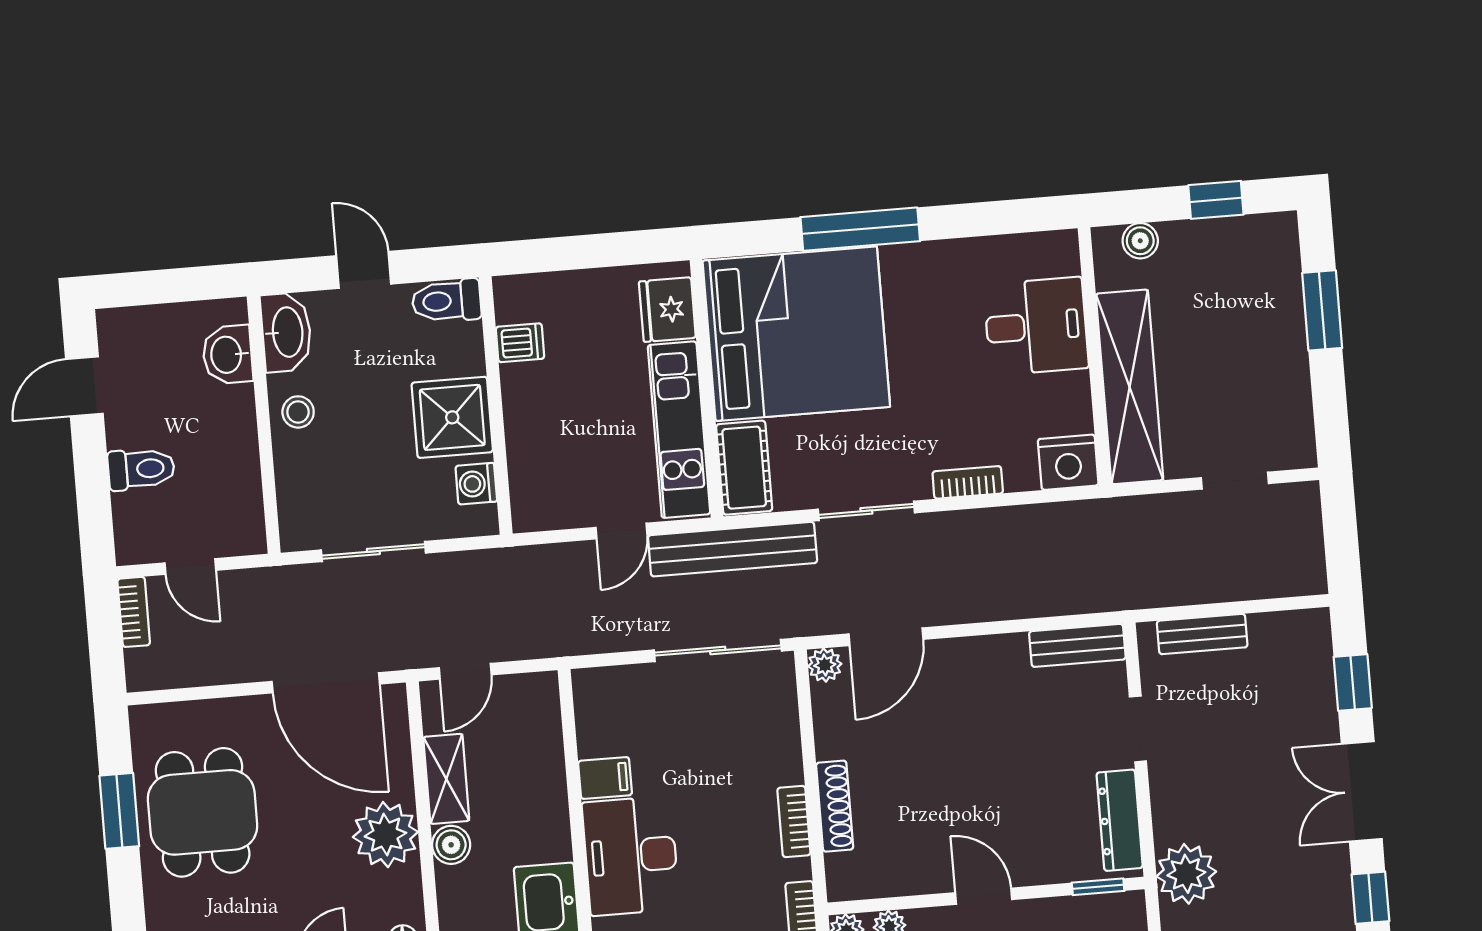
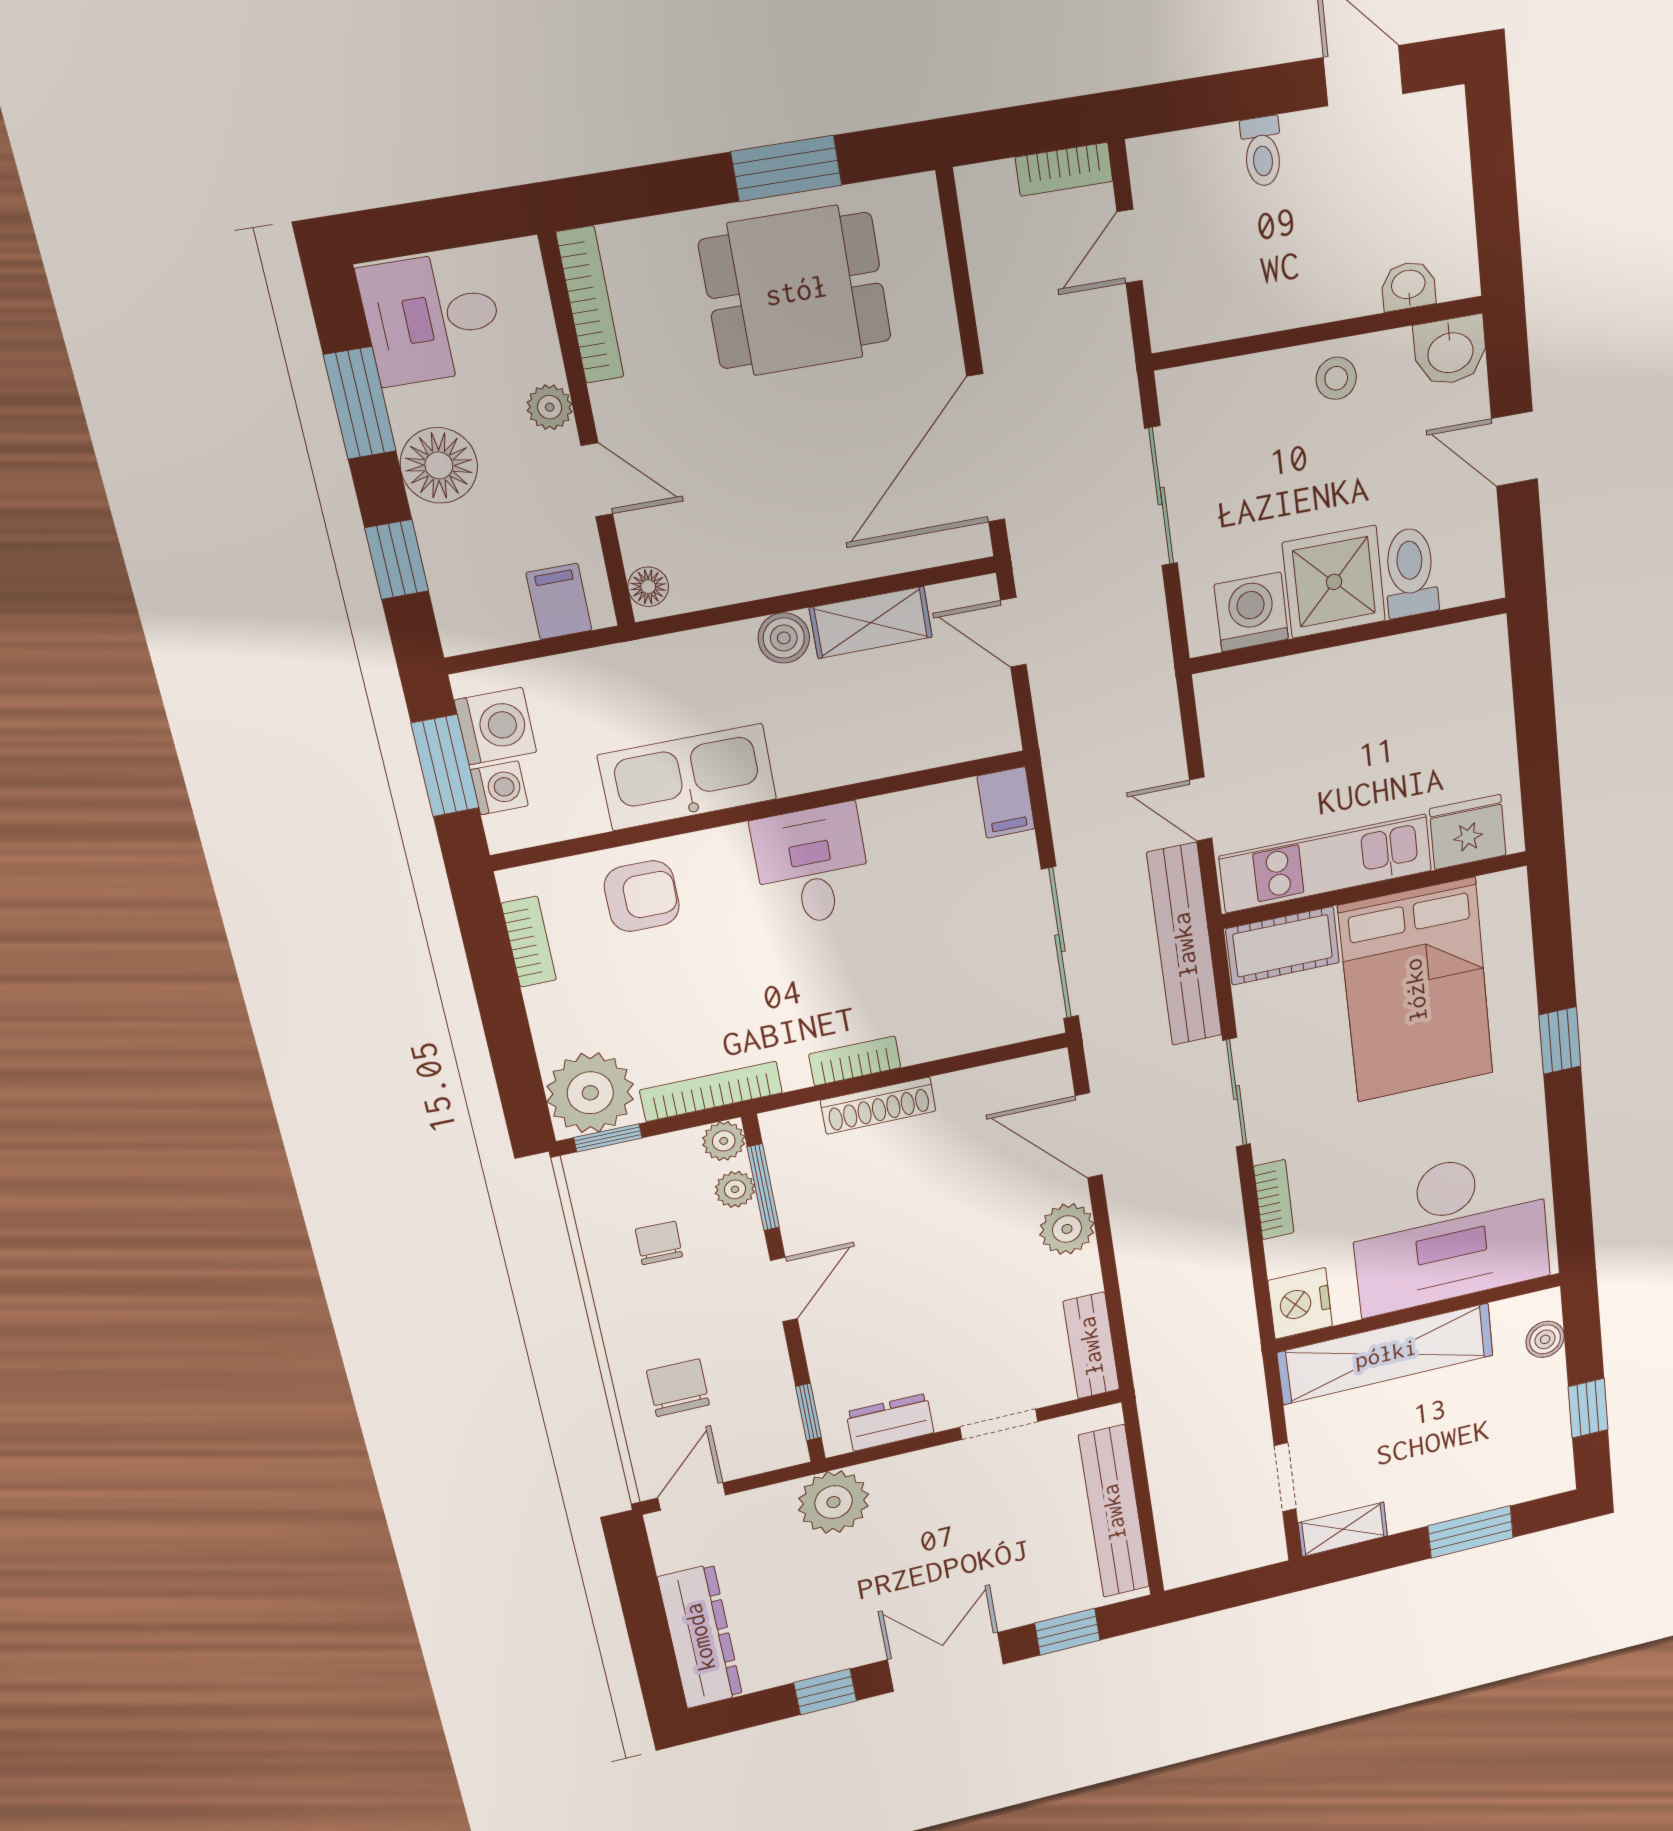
window: (860, 229) -> (1560, 1041), width x0.46
door: (364, 270) -> (1515, 449), swing flipped
toilet: (447, 301) -> (1411, 572), moved
desk: (1036, 326) -> (1450, 1231), width x1.87, depth x1.30
washbasin: (286, 332) -> (1450, 351), width x0.72
bed: (796, 334) -> (1416, 990), width x0.73
dishwasher: (520, 343) -> (1427, 658), removed
washbasin: (228, 355) -> (1408, 286), width x0.72, depth x0.69
shelving: (1297, 429) -> (1343, 1529), added
toilet: (141, 469) -> (1262, 152), width x0.73, depth x0.72
washing machine: (476, 484) -> (1251, 612), width x1.38, depth x1.38
bench: (1202, 634) -> (1114, 1512), width x1.86, depth x1.21
plant: (825, 665) -> (1067, 1229), moved, width x1.38, depth x1.38
filing cabinet: (605, 778) -> (1006, 802), moved
dresser: (1120, 820) -> (890, 1422), width x0.70
plant: (385, 835) -> (789, 549), removed
desk: (631, 856) -> (812, 866), width x0.73
window: (891, 904) -> (763, 1187), added

